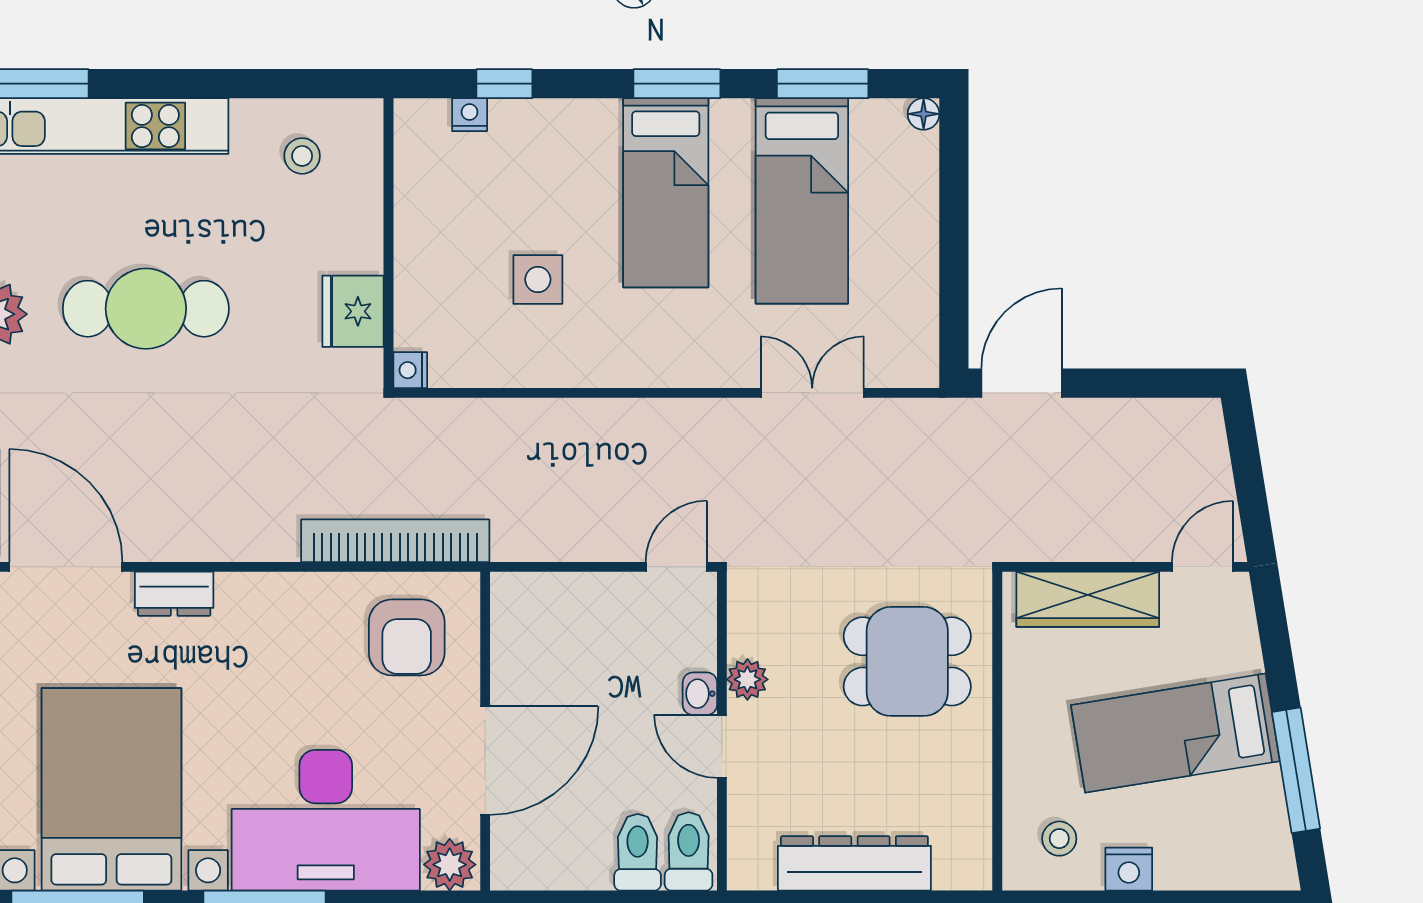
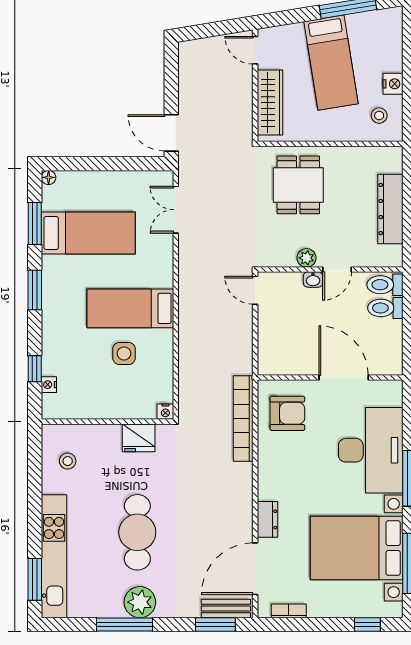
bed: (666, 193) -> (130, 308), moved, turned 180
double door: (812, 393) -> (176, 210), moved
plant: (450, 865) -> (391, 394), removed

